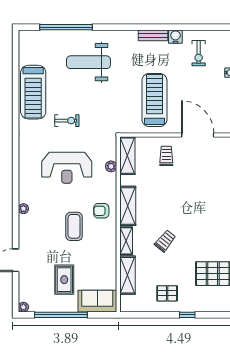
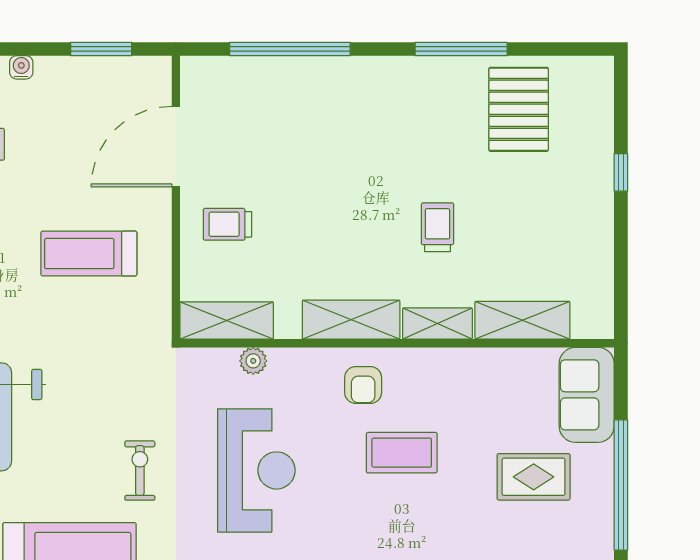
treadmill: (154, 100) -> (89, 254), width x0.73, depth x0.73
trolley: (165, 241) -> (438, 227), turned 51
pallet: (167, 293) -> (567, 222), removed

